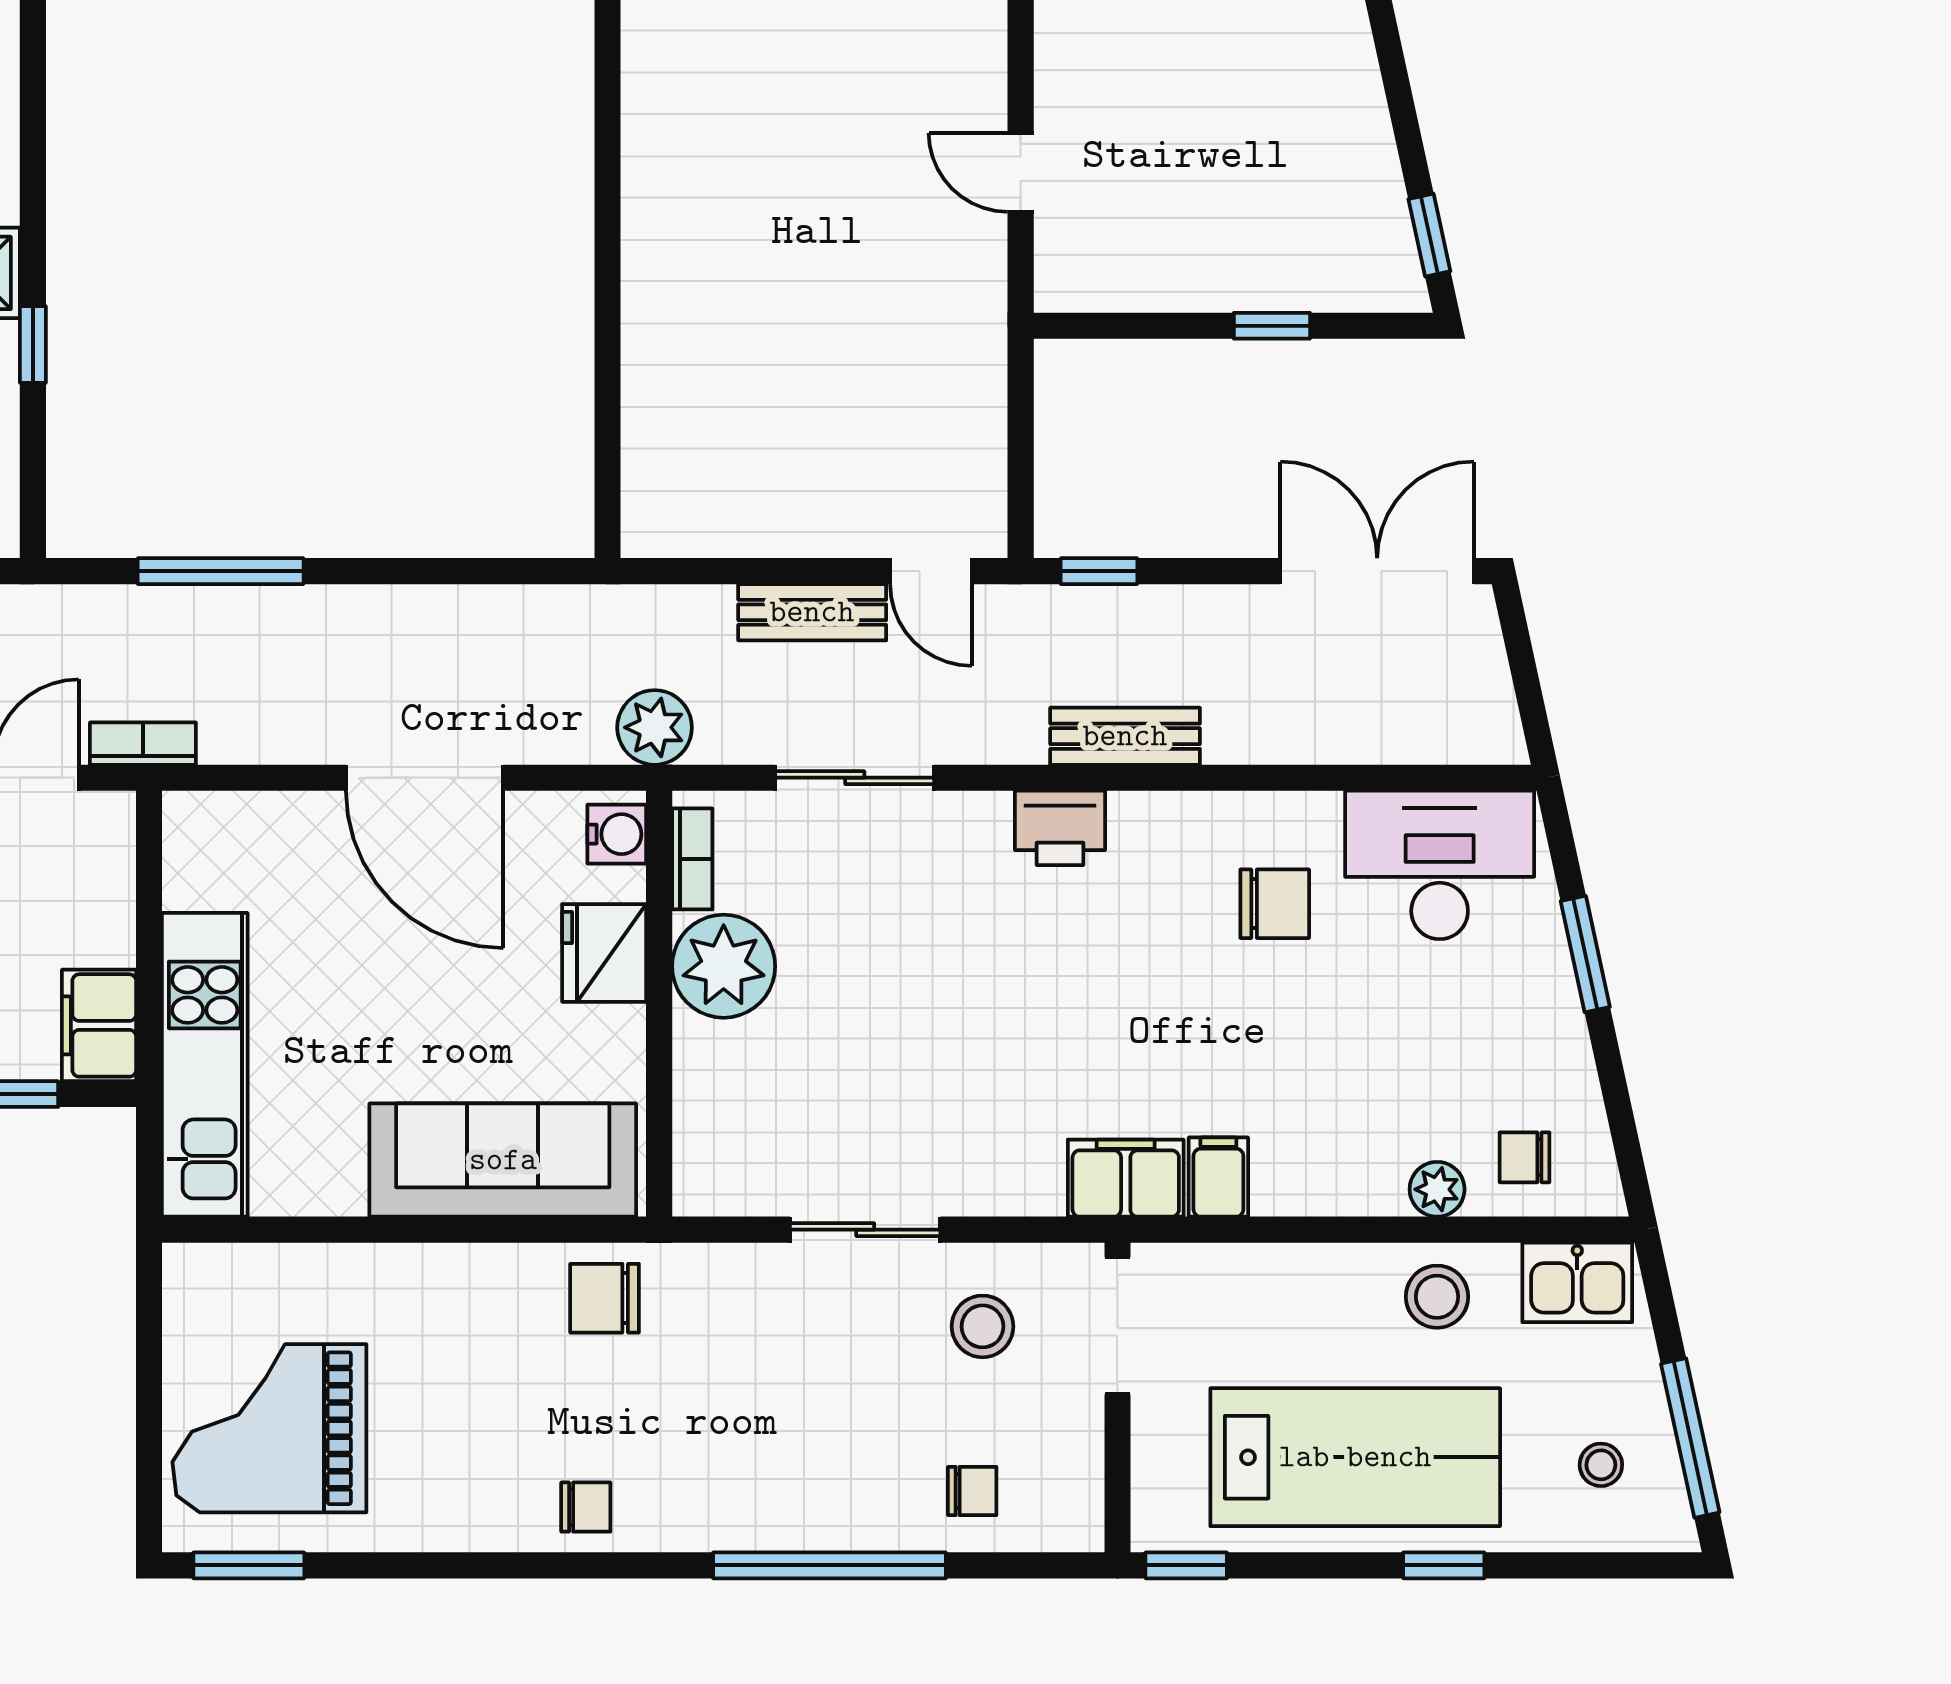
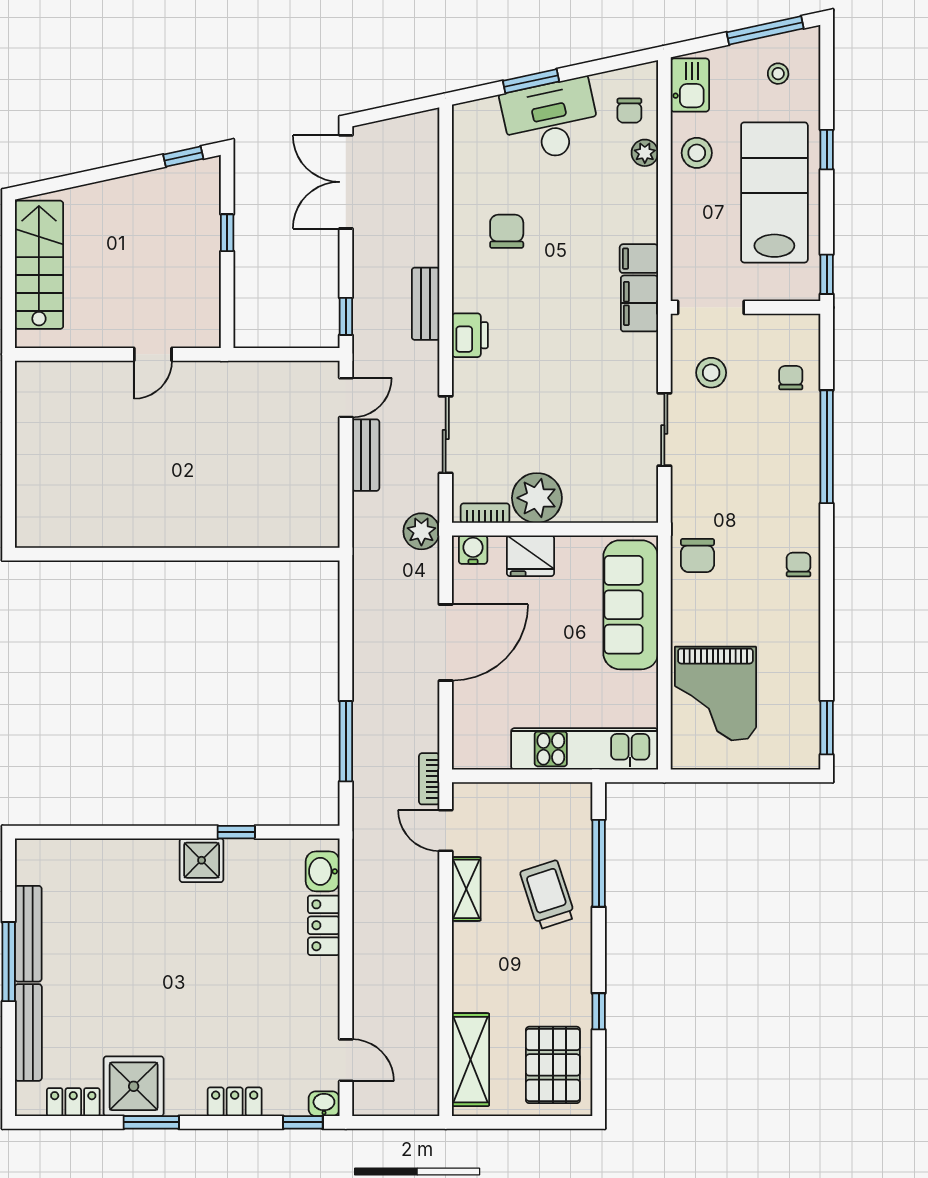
desk: (1440, 865) -> (551, 120), moved, turned 78
filing cabinet: (99, 1025) -> (566, 800), removed
grand piano: (269, 1428) -> (715, 694), moved

